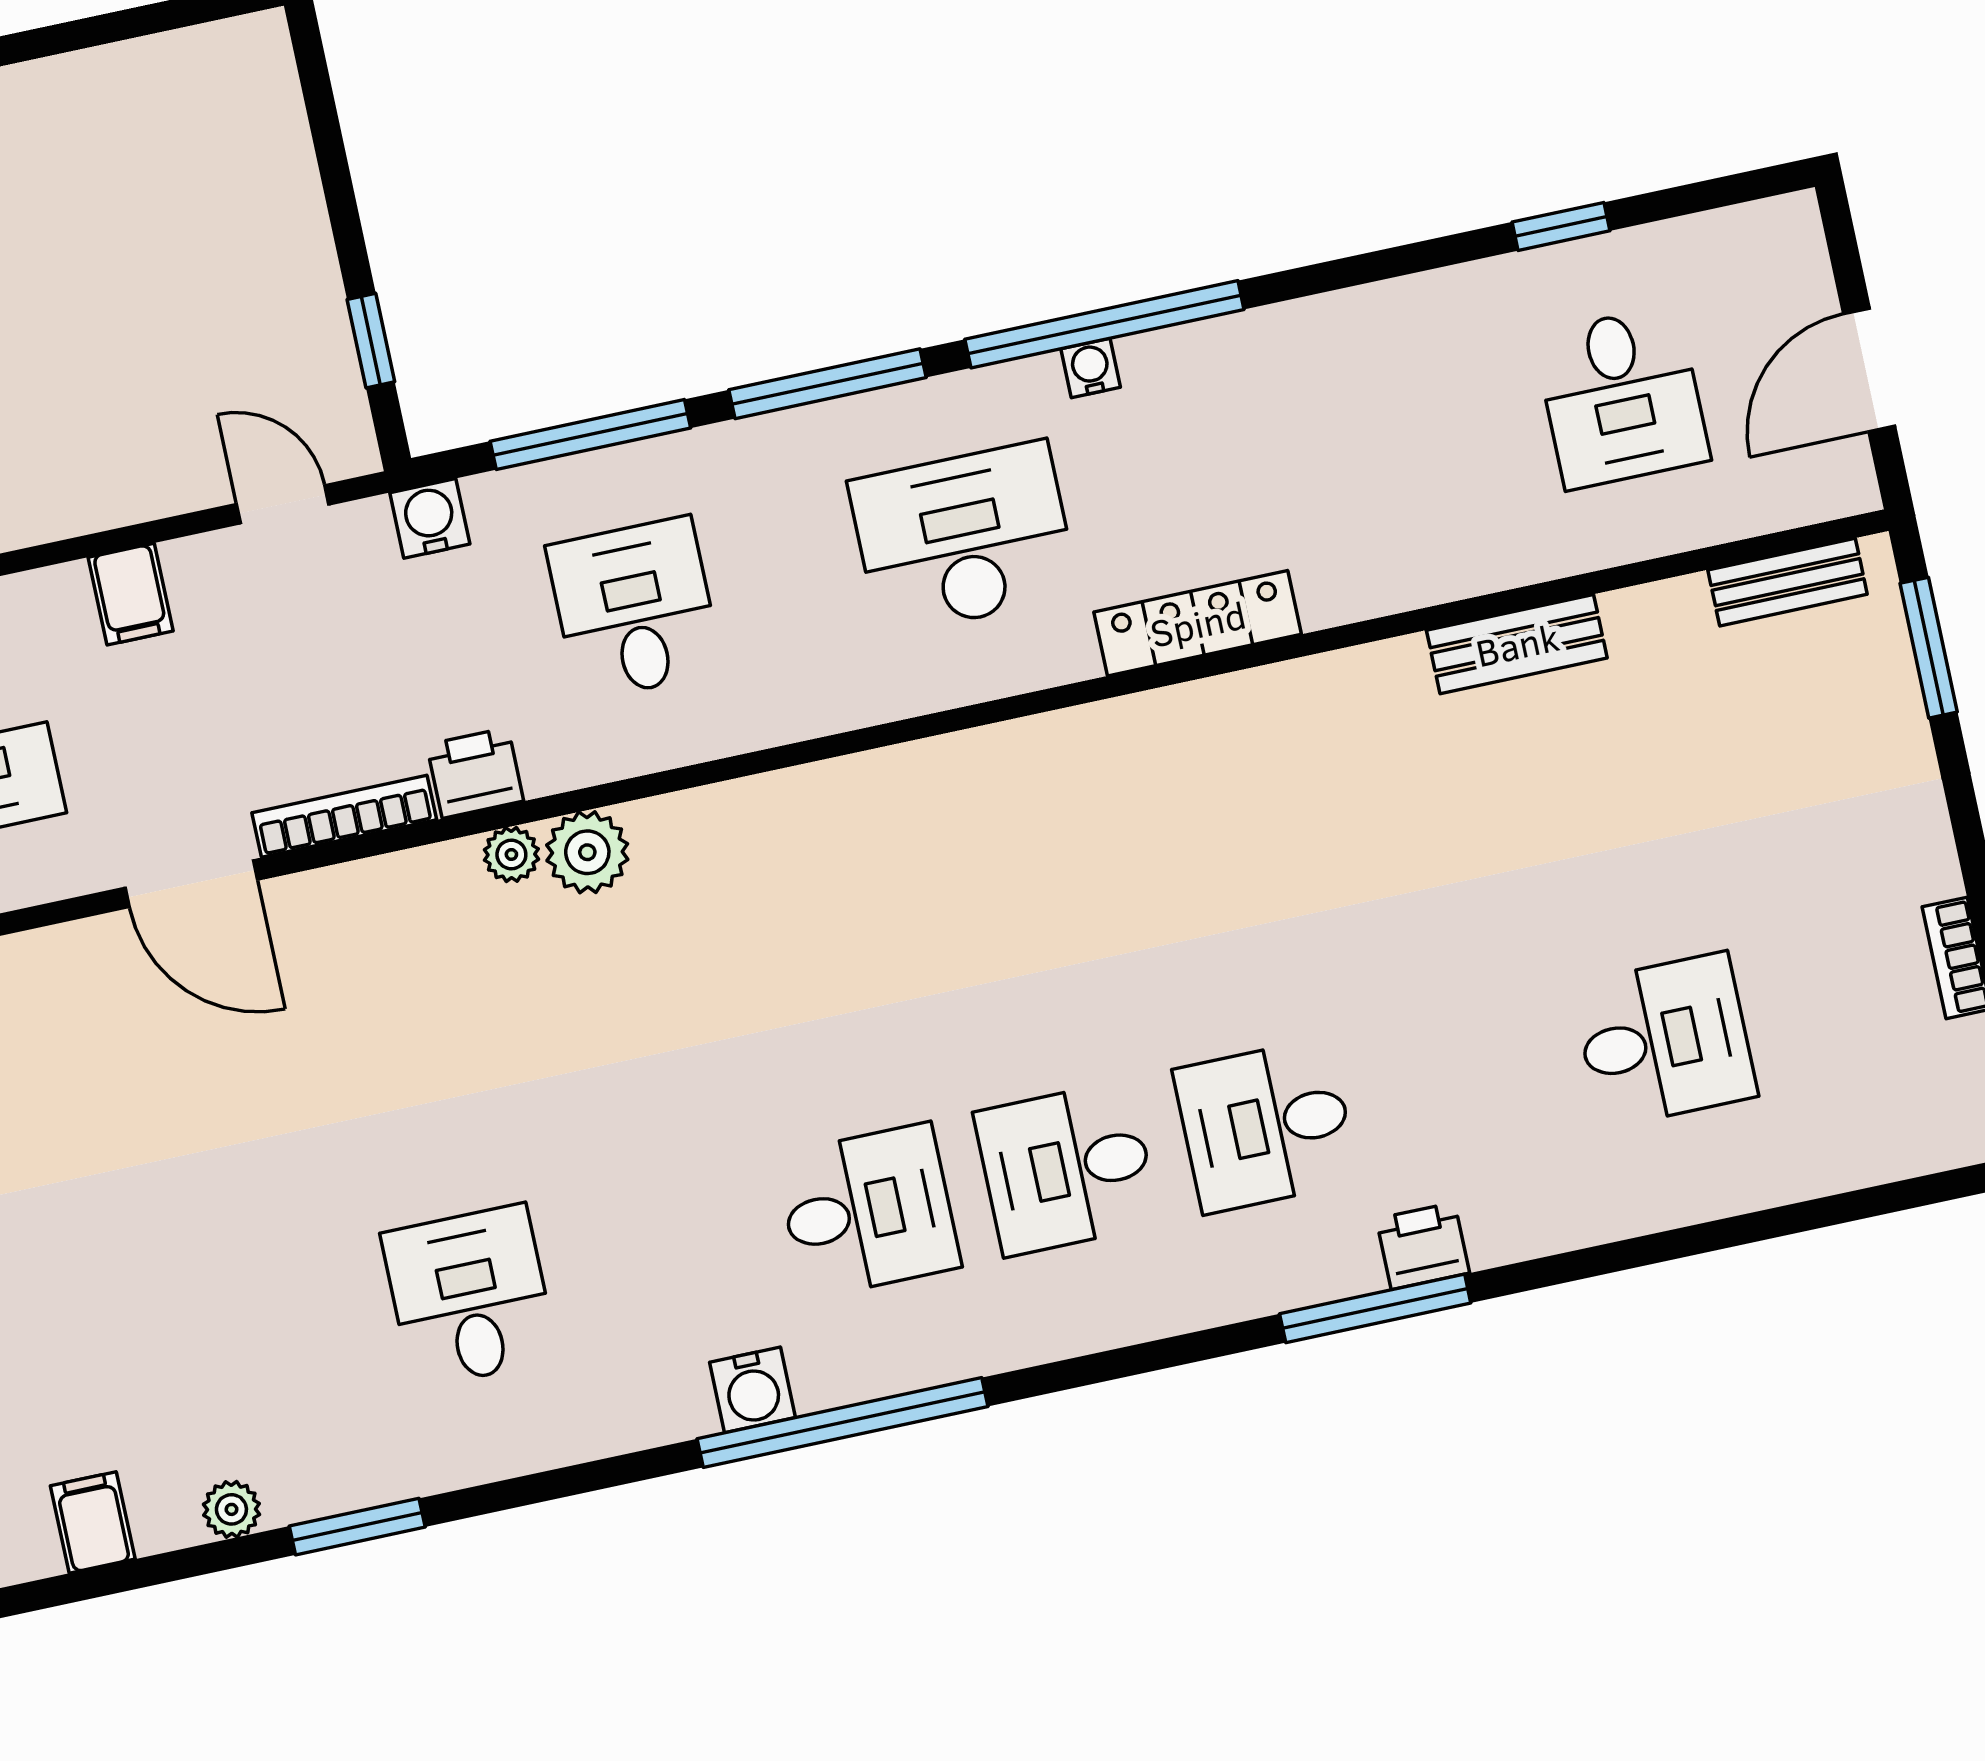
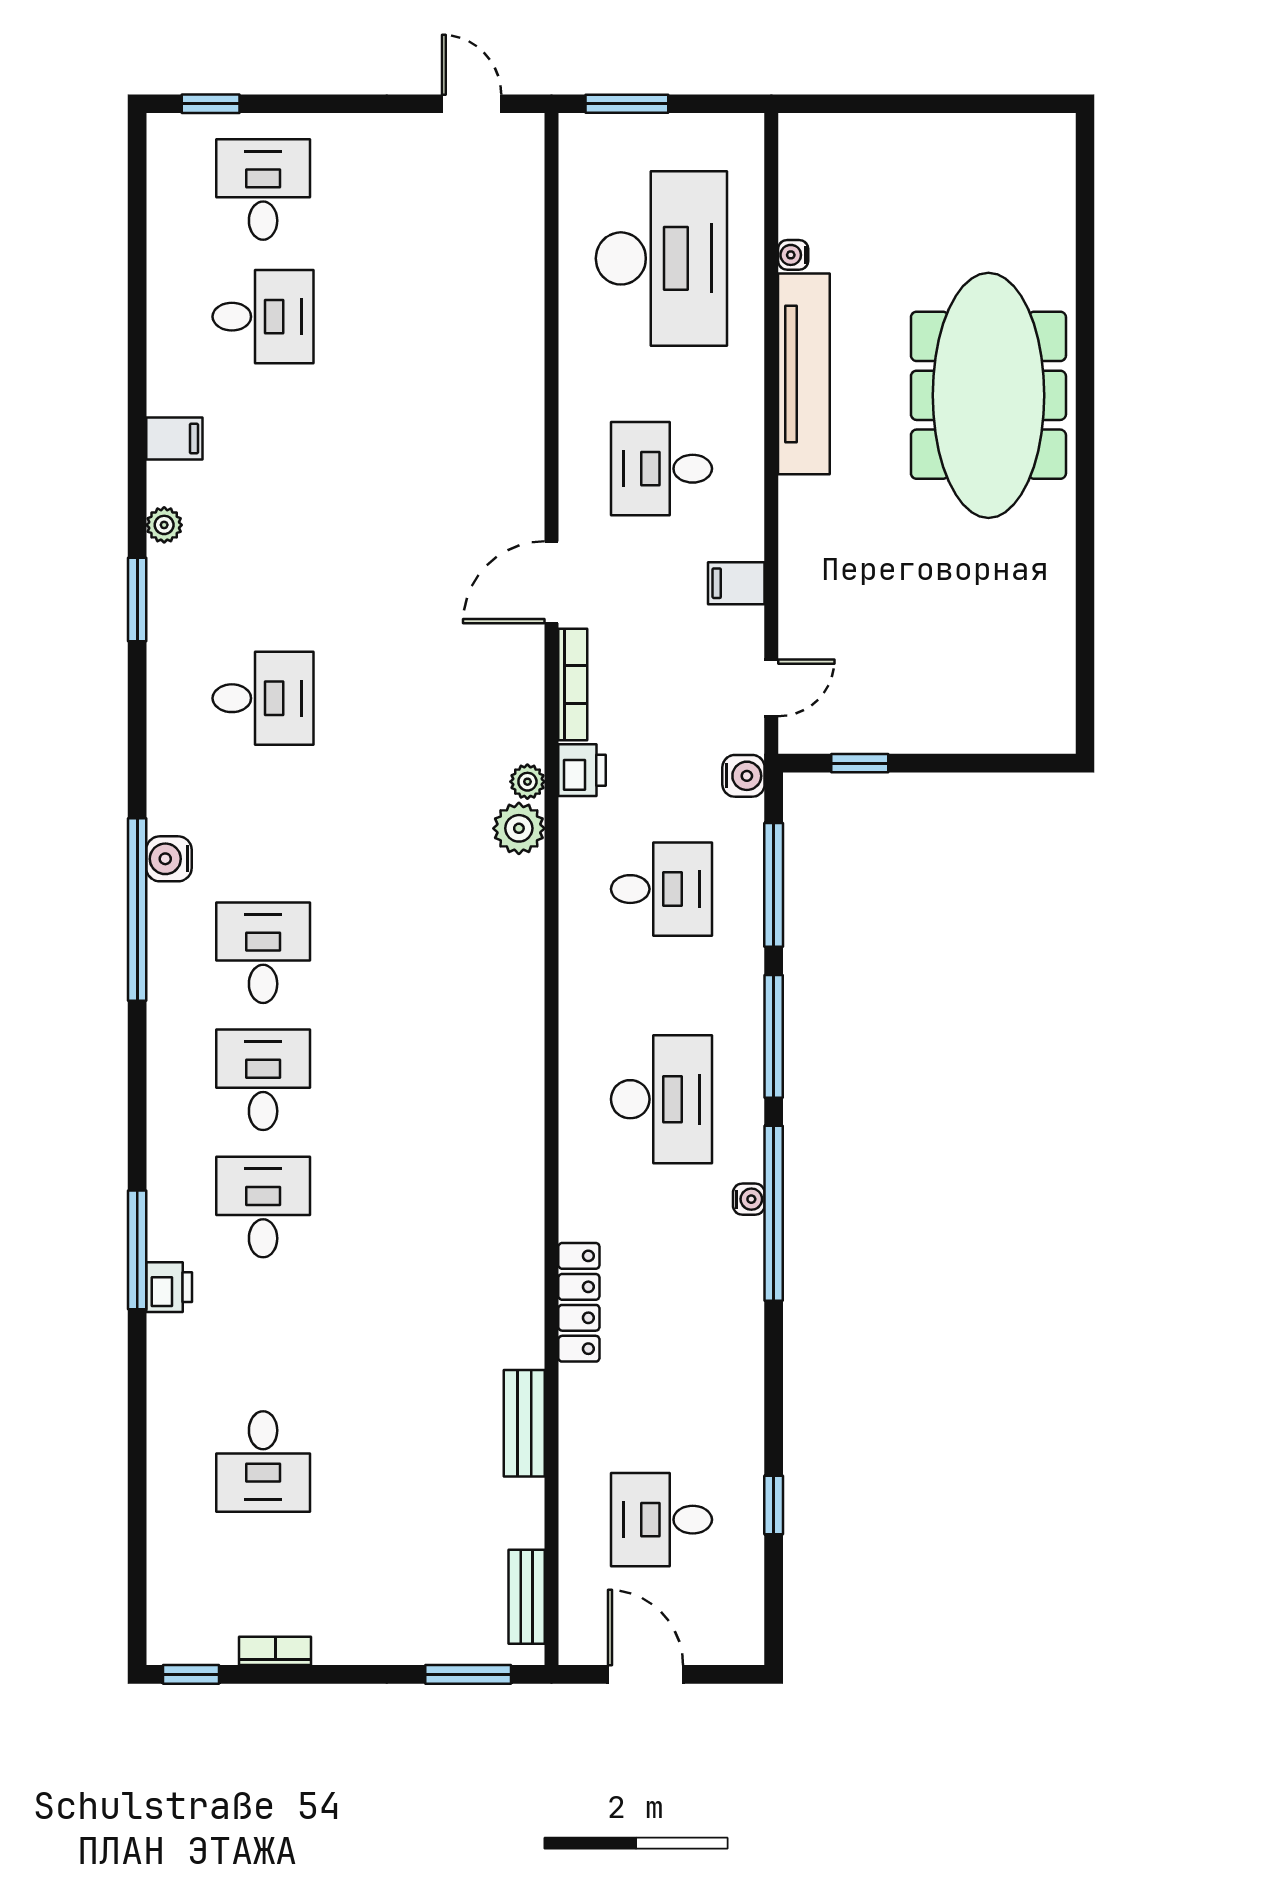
locker: (1198, 623) -> (579, 1302), moved
desk: (868, 1211) -> (263, 953), turned 180

